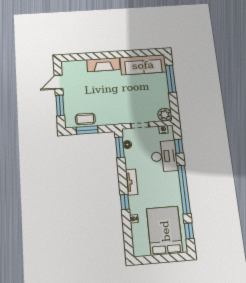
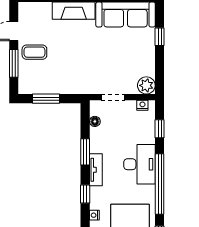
window: (171, 79) -> (160, 37), width x0.46
coffee table: (85, 119) -> (34, 52), moved
window: (120, 147) -> (85, 152), moved
desk: (164, 156) -> (140, 164), moved

